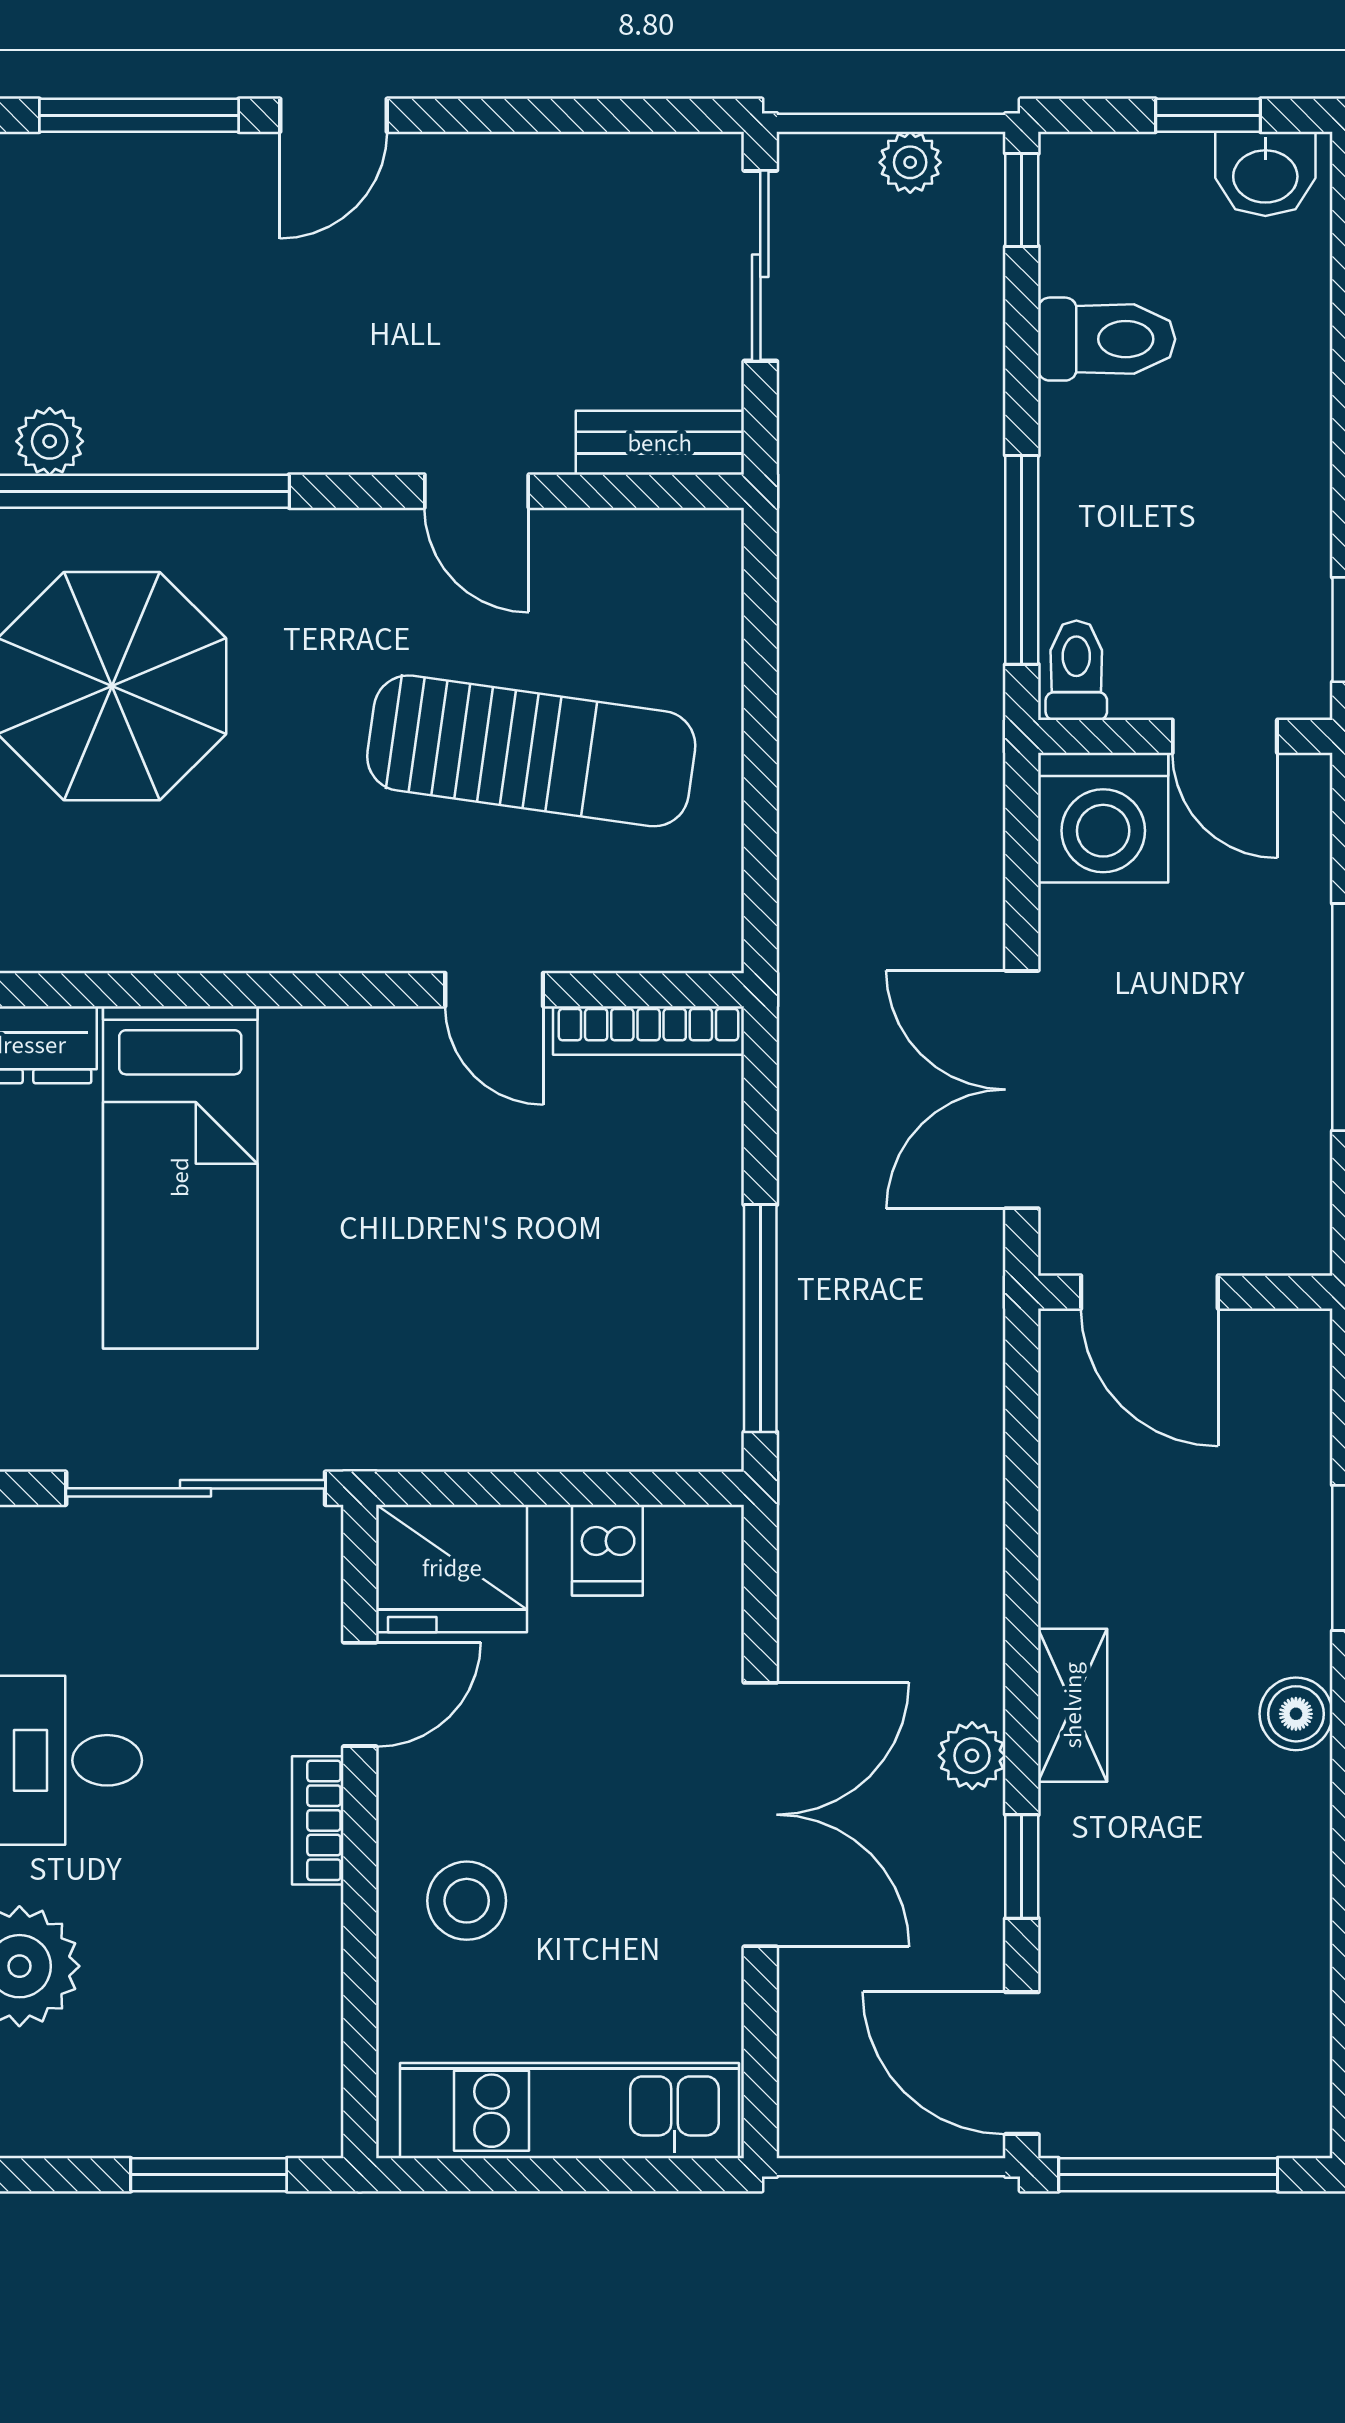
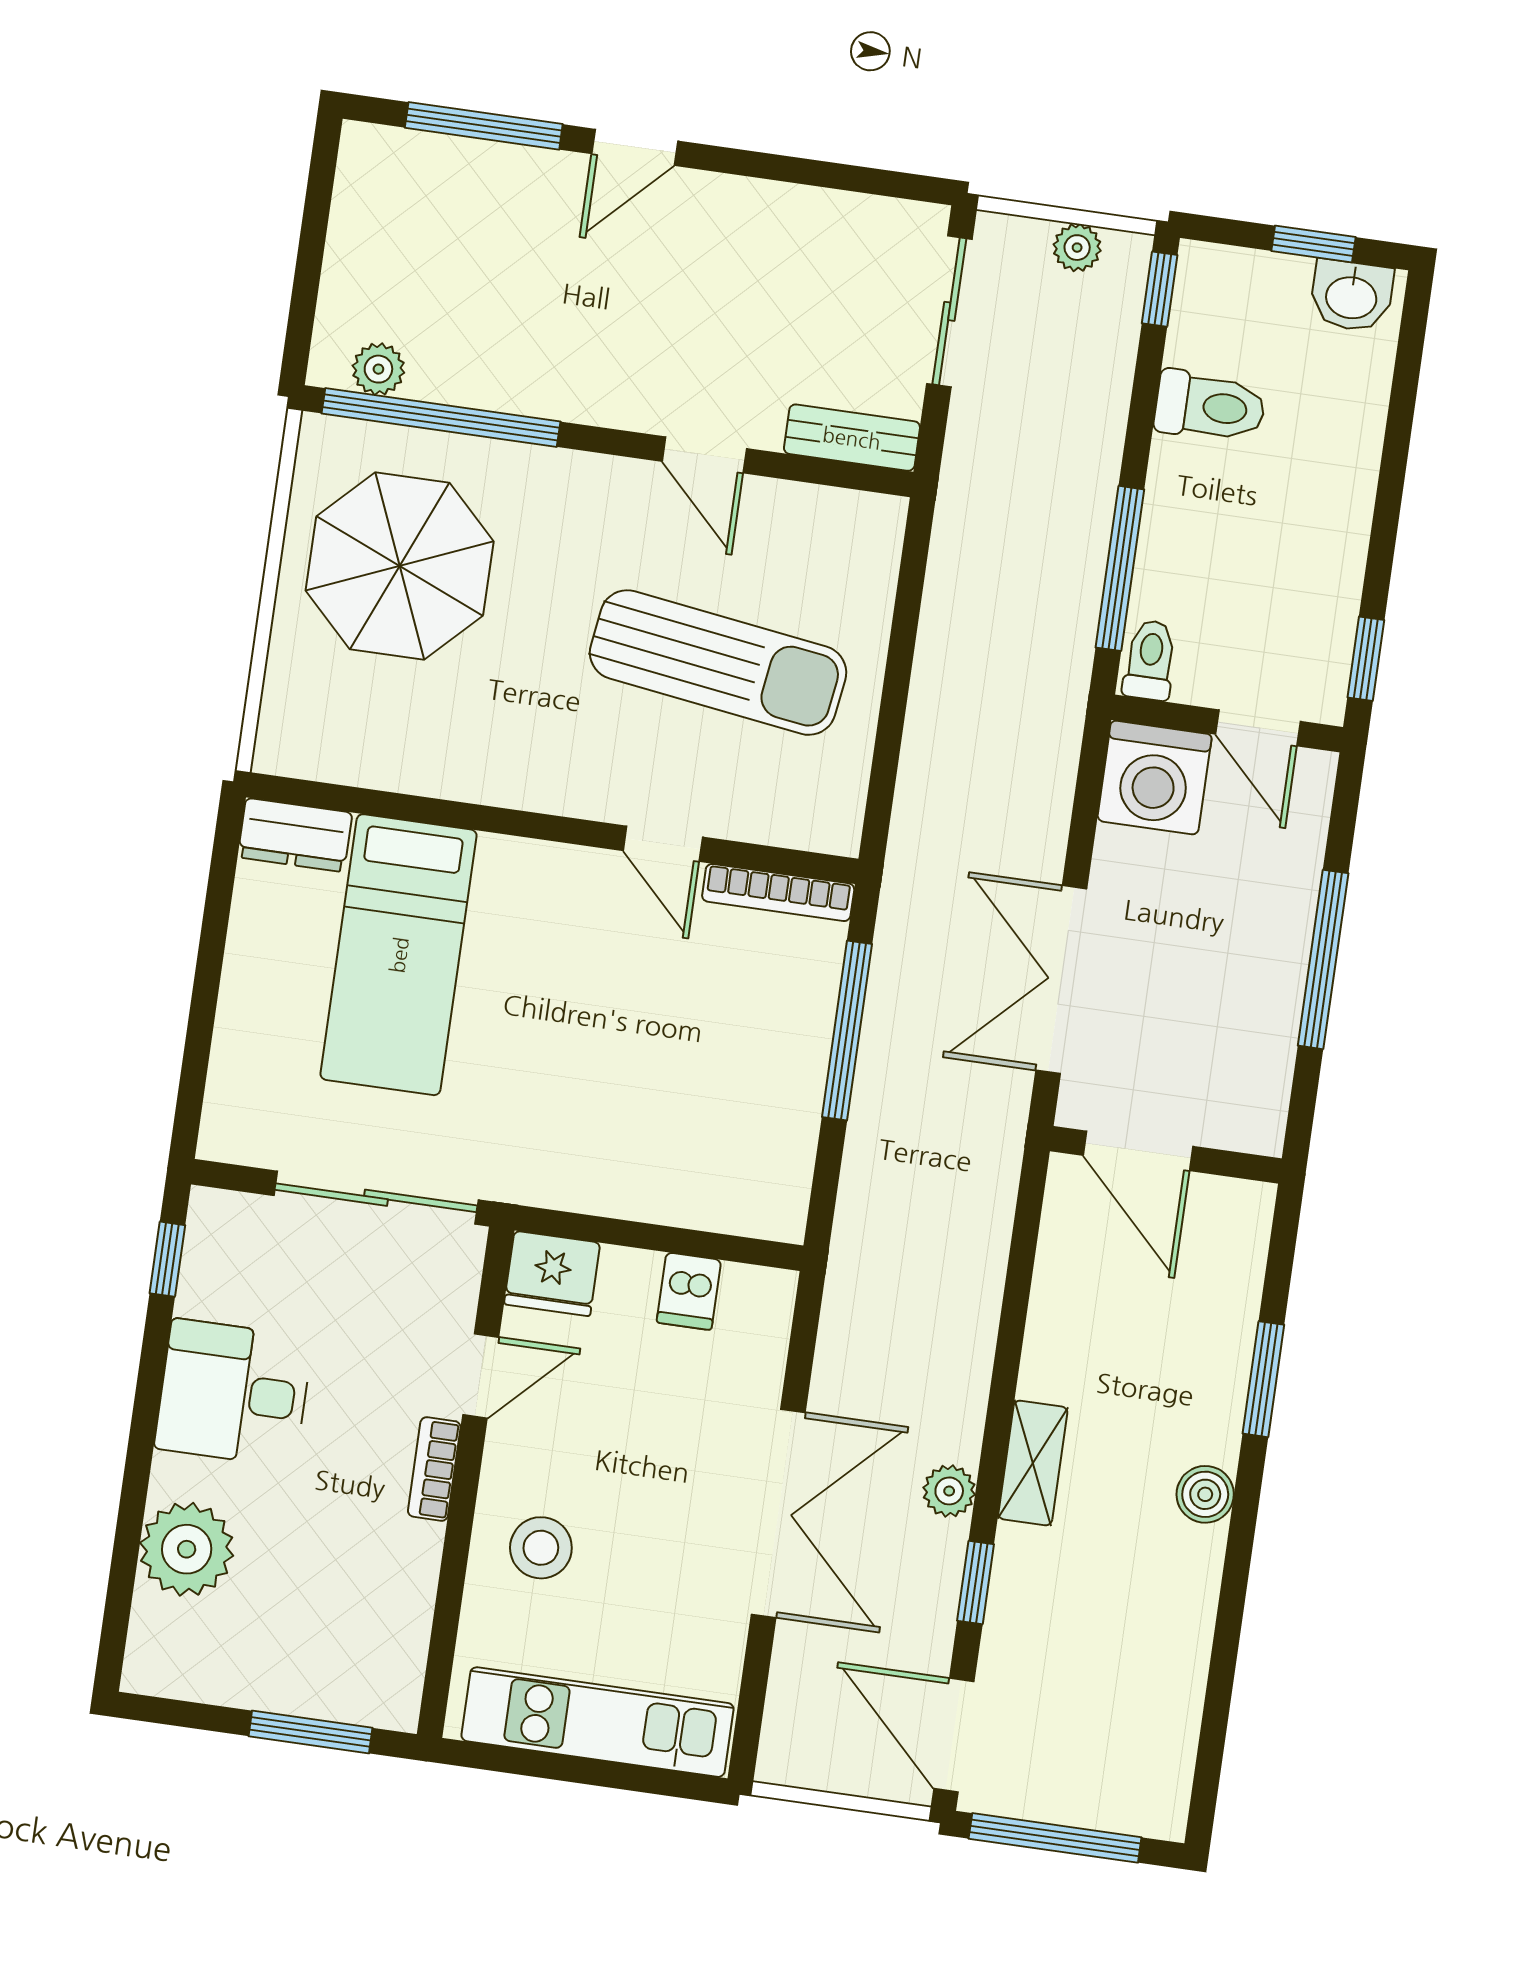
window: (760, 1318) -> (847, 1031), moved
fridge: (452, 1568) -> (552, 1274), width x0.73, depth x0.75

